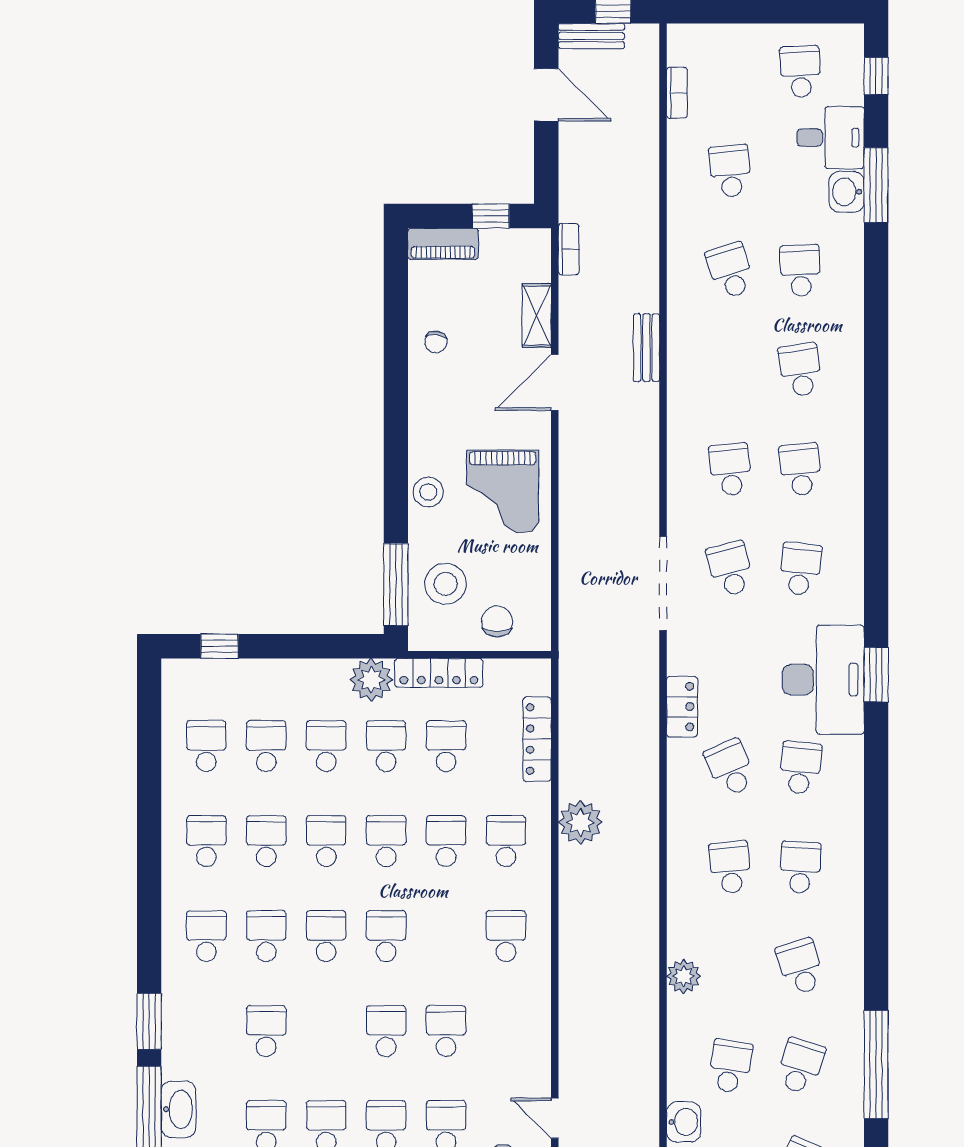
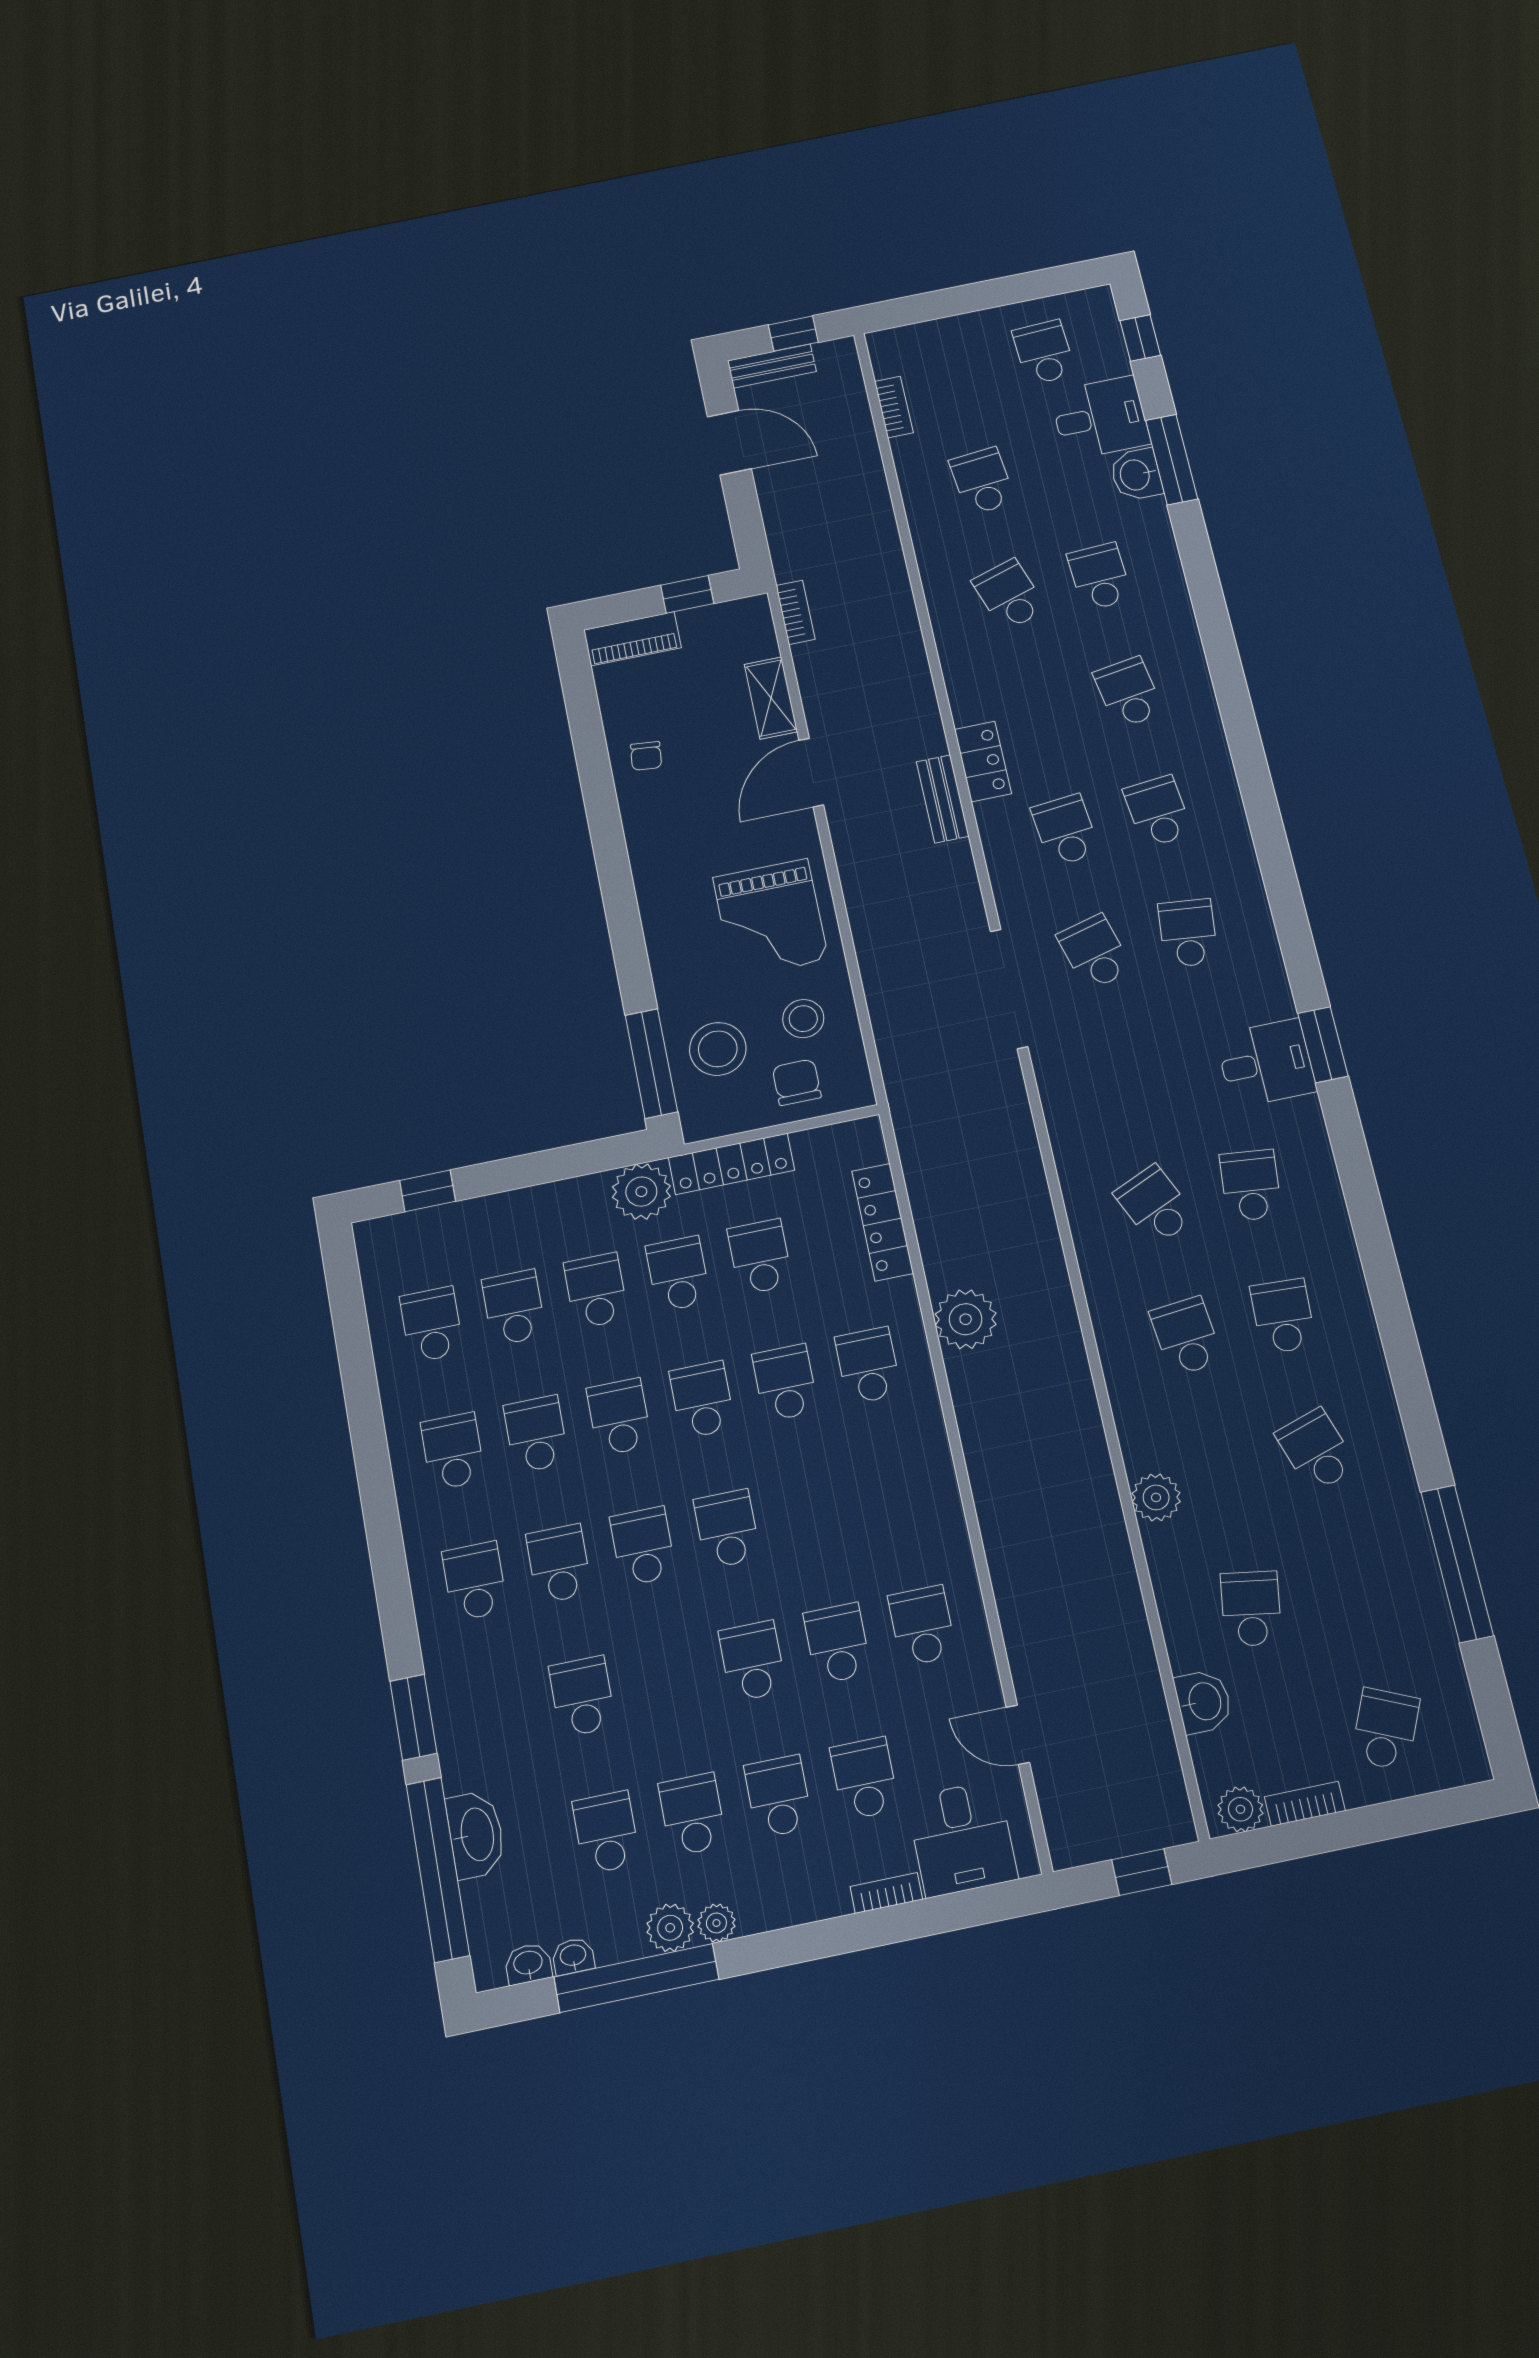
bench: (646, 348) -> (943, 799), moved
stool: (428, 492) -> (803, 1019), moved
desk: (823, 680) -> (1266, 1063), width x0.53, depth x0.77
locker: (682, 707) -> (983, 761), moved
school desk: (506, 936) -> (922, 1626), moved
school desk: (800, 1066) -> (1350, 1588), removed

